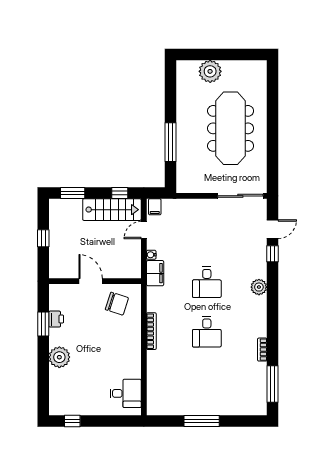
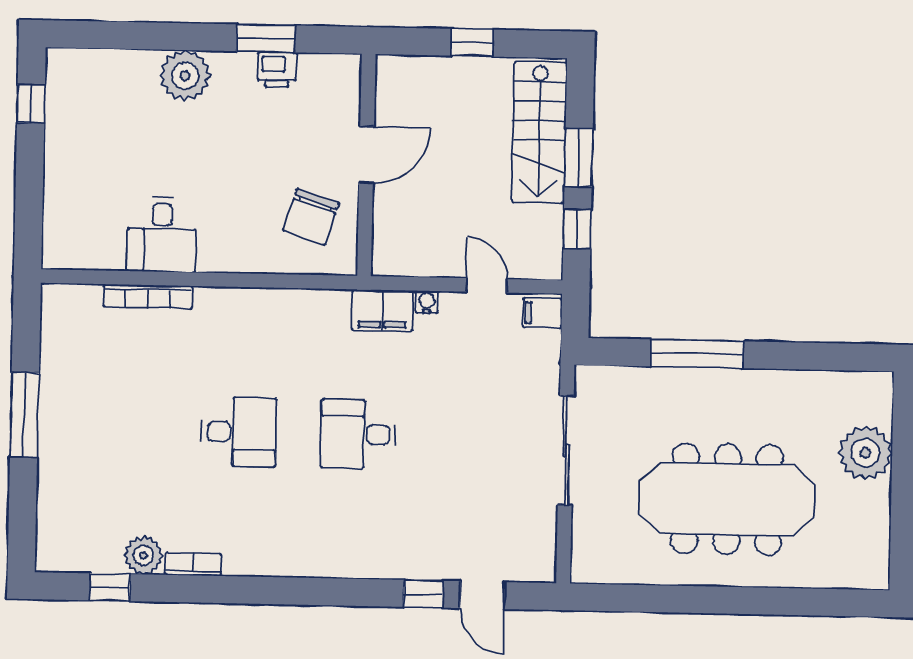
window: (73, 193) -> (579, 158), moved
sliding door: (240, 196) -> (566, 451), moved
stairs: (112, 210) -> (539, 132), moved
plant: (259, 287) -> (143, 555), moved
bookcase: (151, 331) -> (148, 296), moved
desk: (207, 332) -> (239, 432), turned 180
window: (272, 384) -> (110, 587), width x0.46
desk: (126, 393) -> (162, 235), moved

